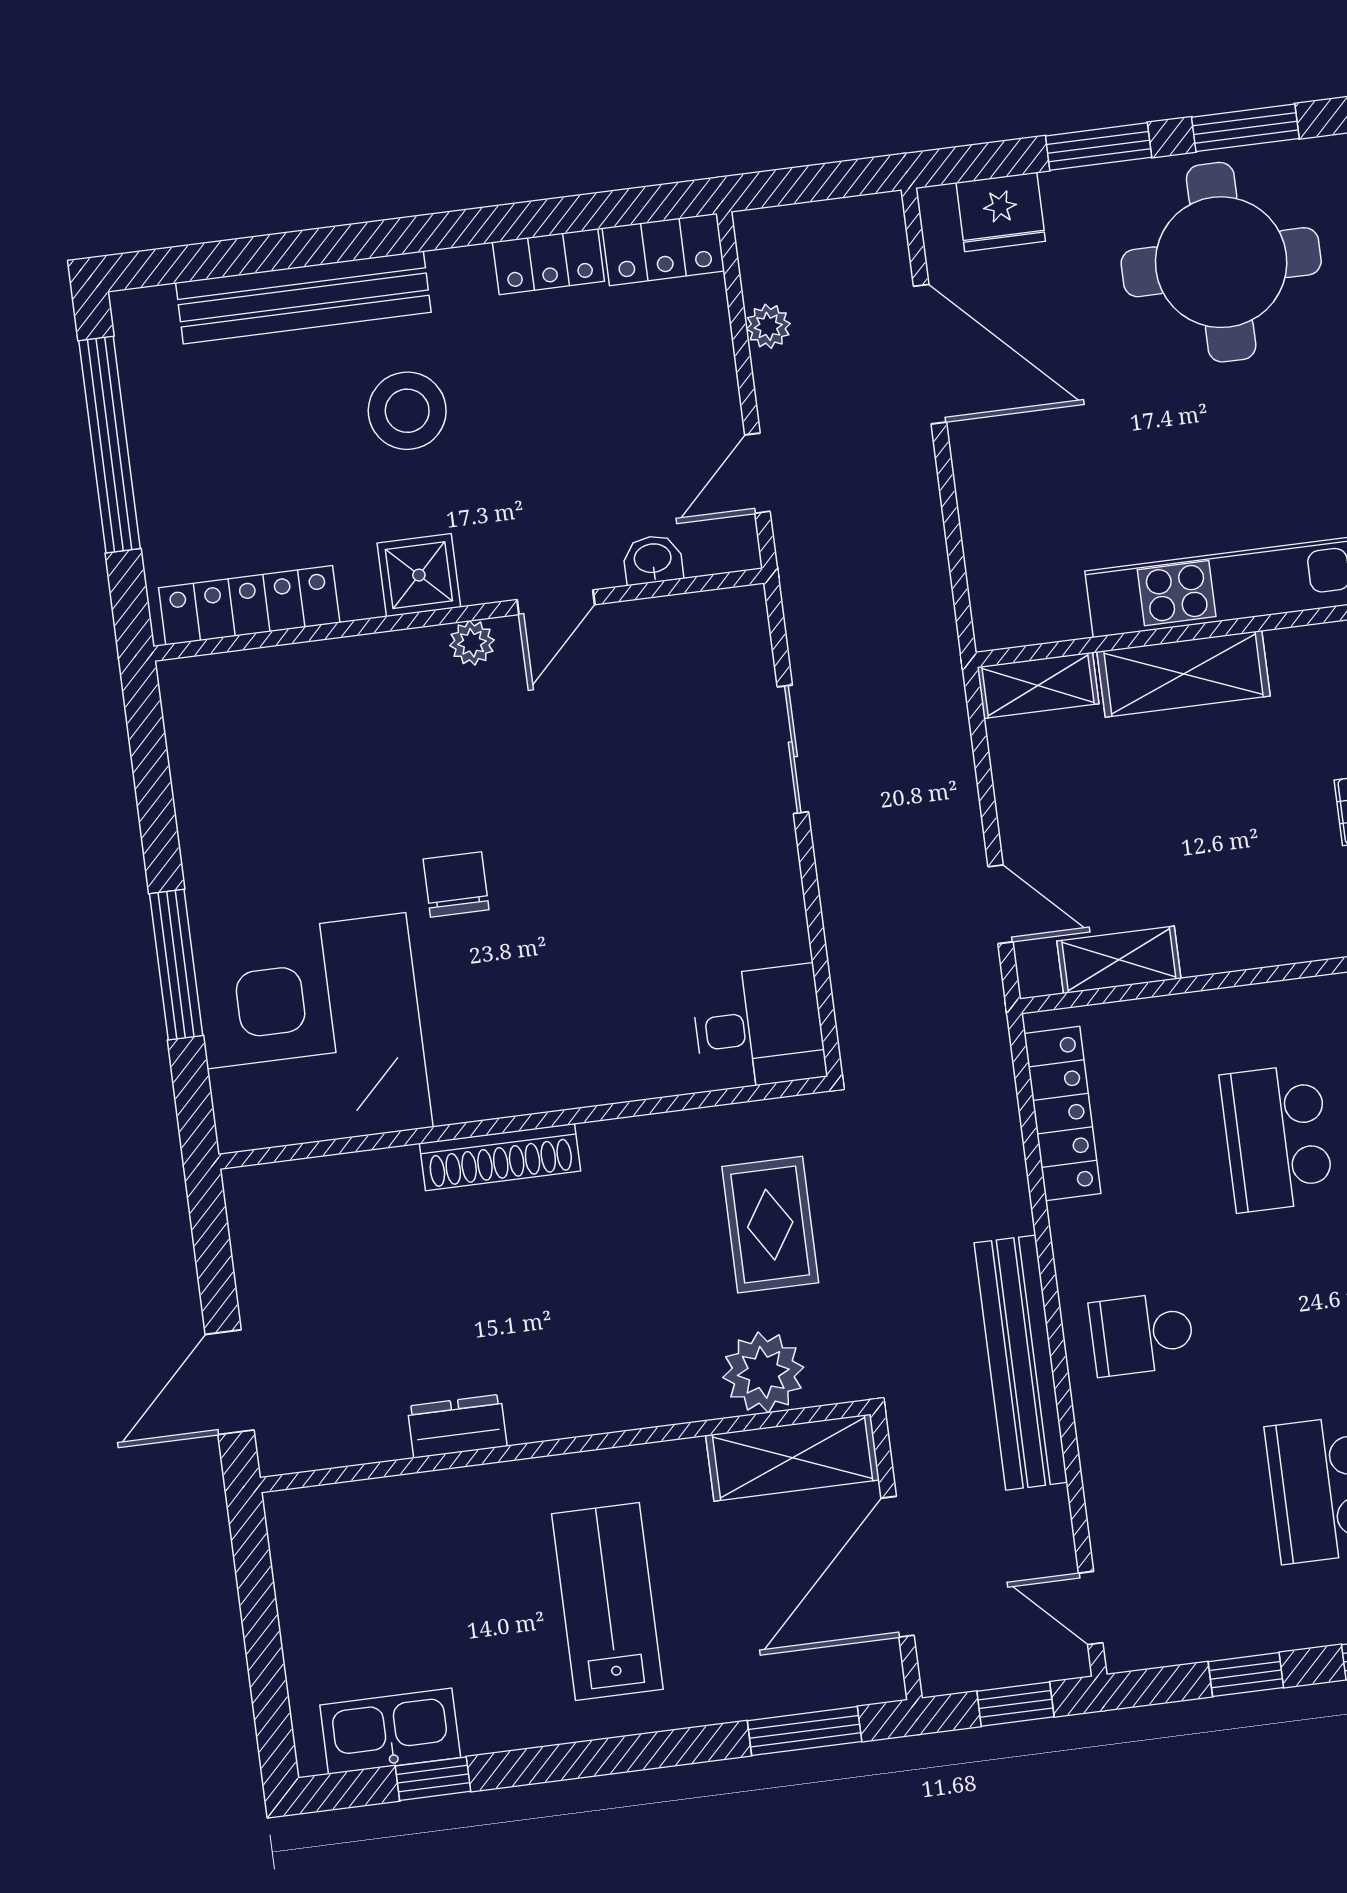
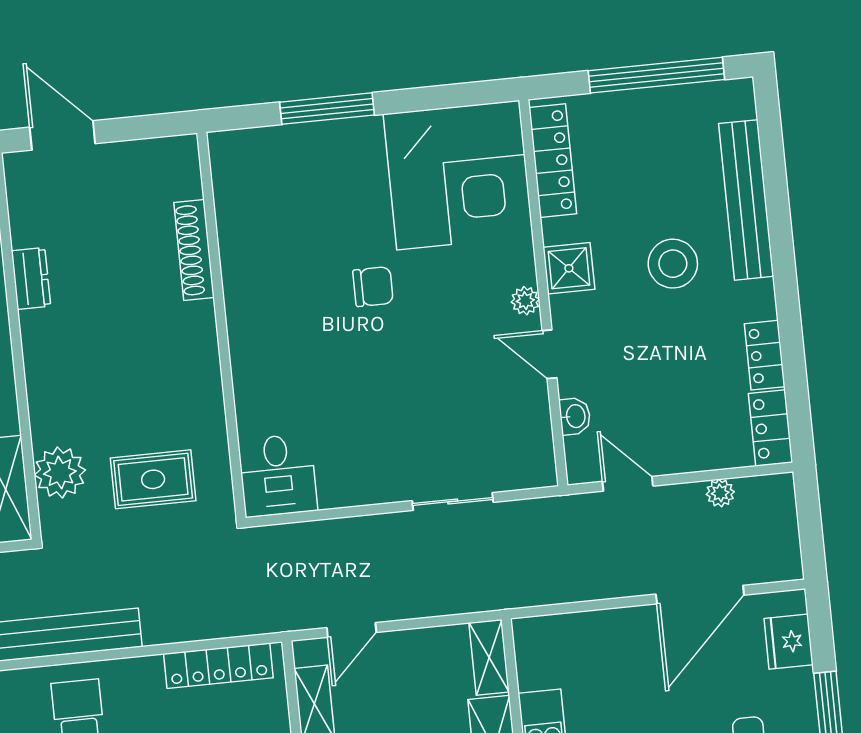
corner desk: (312, 1034) -> (458, 175), moved, turned 90
shoe rack: (500, 1157) -> (194, 250), moved

